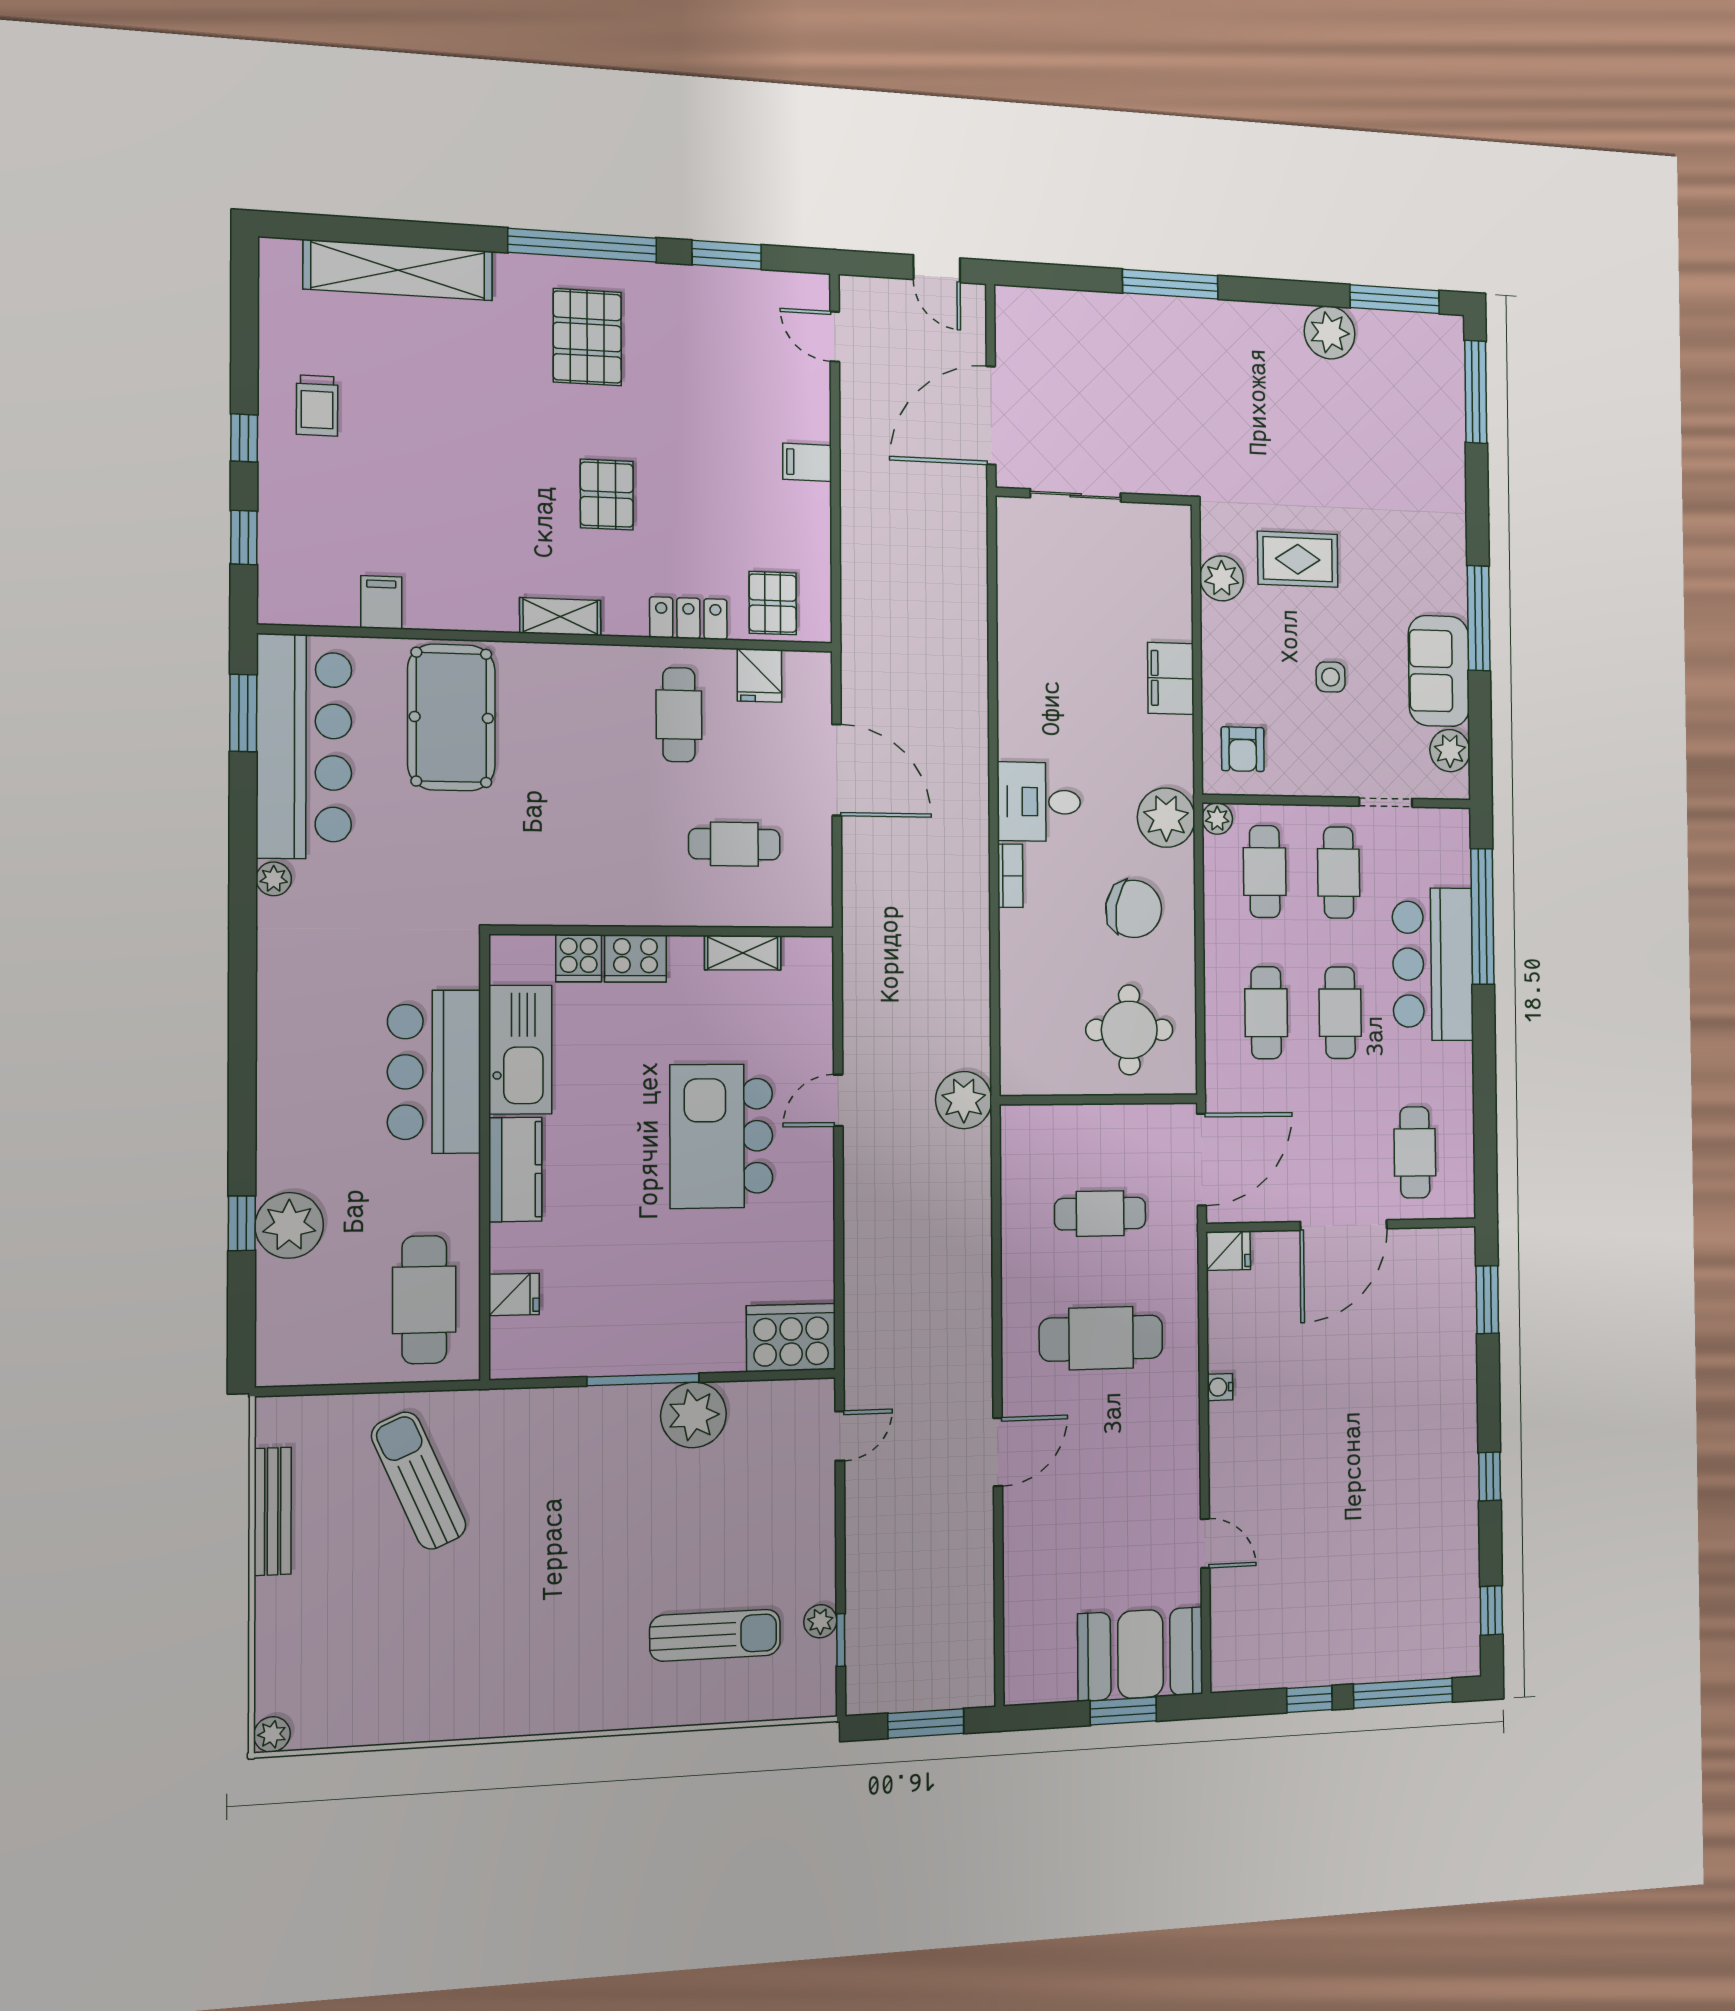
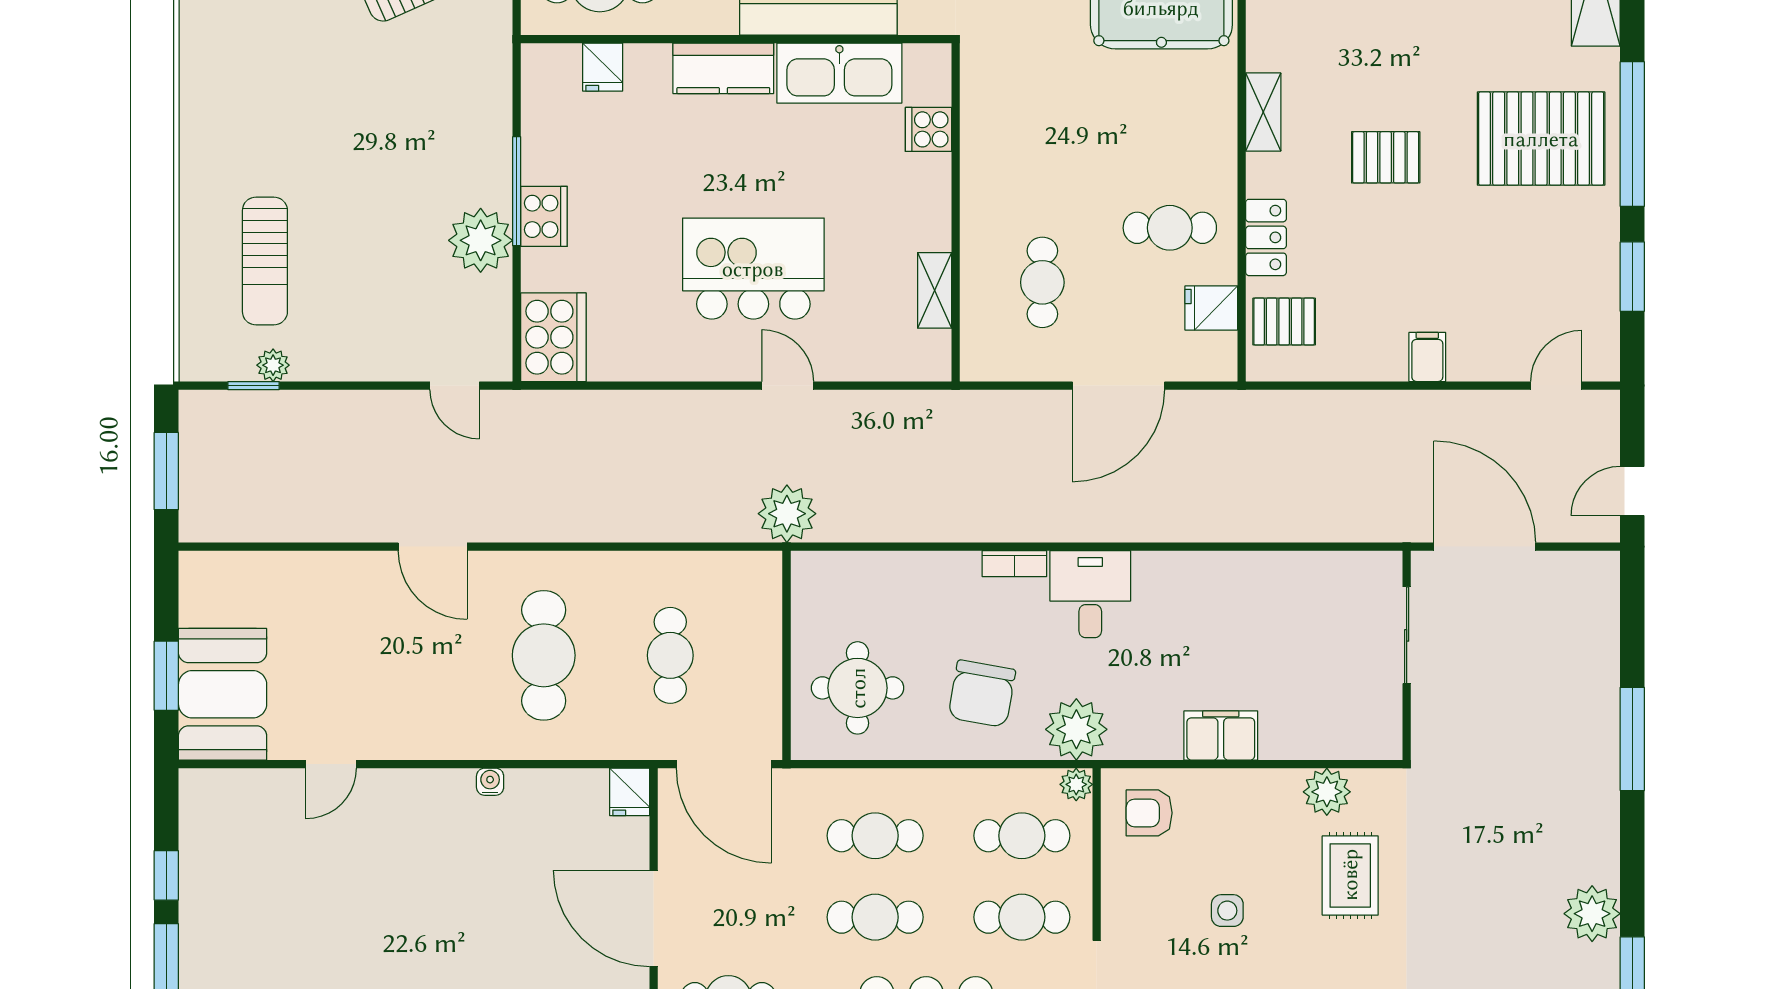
pallet: (587, 337) -> (1541, 139), width x1.37, depth x1.41
cooker: (636, 959) -> (544, 216), moved, turned 180

